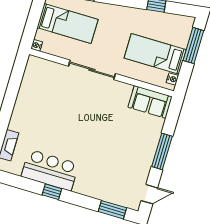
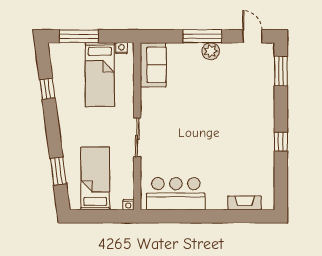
sliding door: (92, 70) -> (137, 137), width x0.73
plant: (147, 155) -> (211, 51), added
bar counter: (50, 170) -> (176, 194), moved, turned 90

